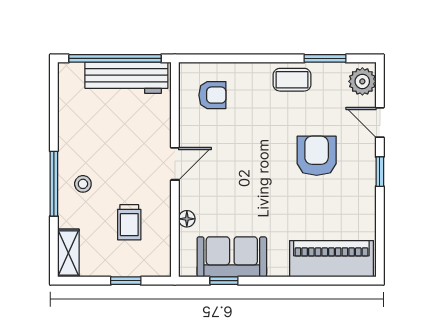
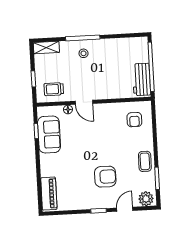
workbench: (126, 78) -> (141, 79), width x0.73
door: (175, 164) -> (84, 102), moved
trolley: (129, 222) -> (54, 89), moved
piano: (331, 259) -> (49, 194), width x0.73, depth x0.75

